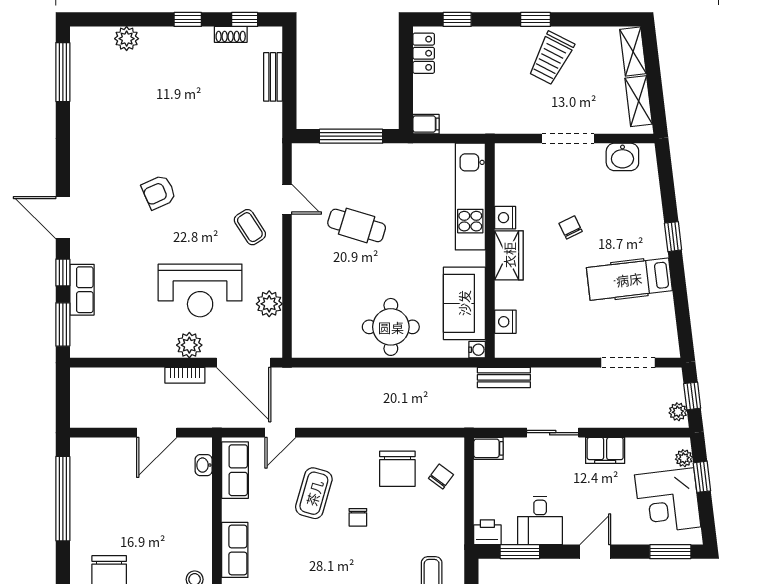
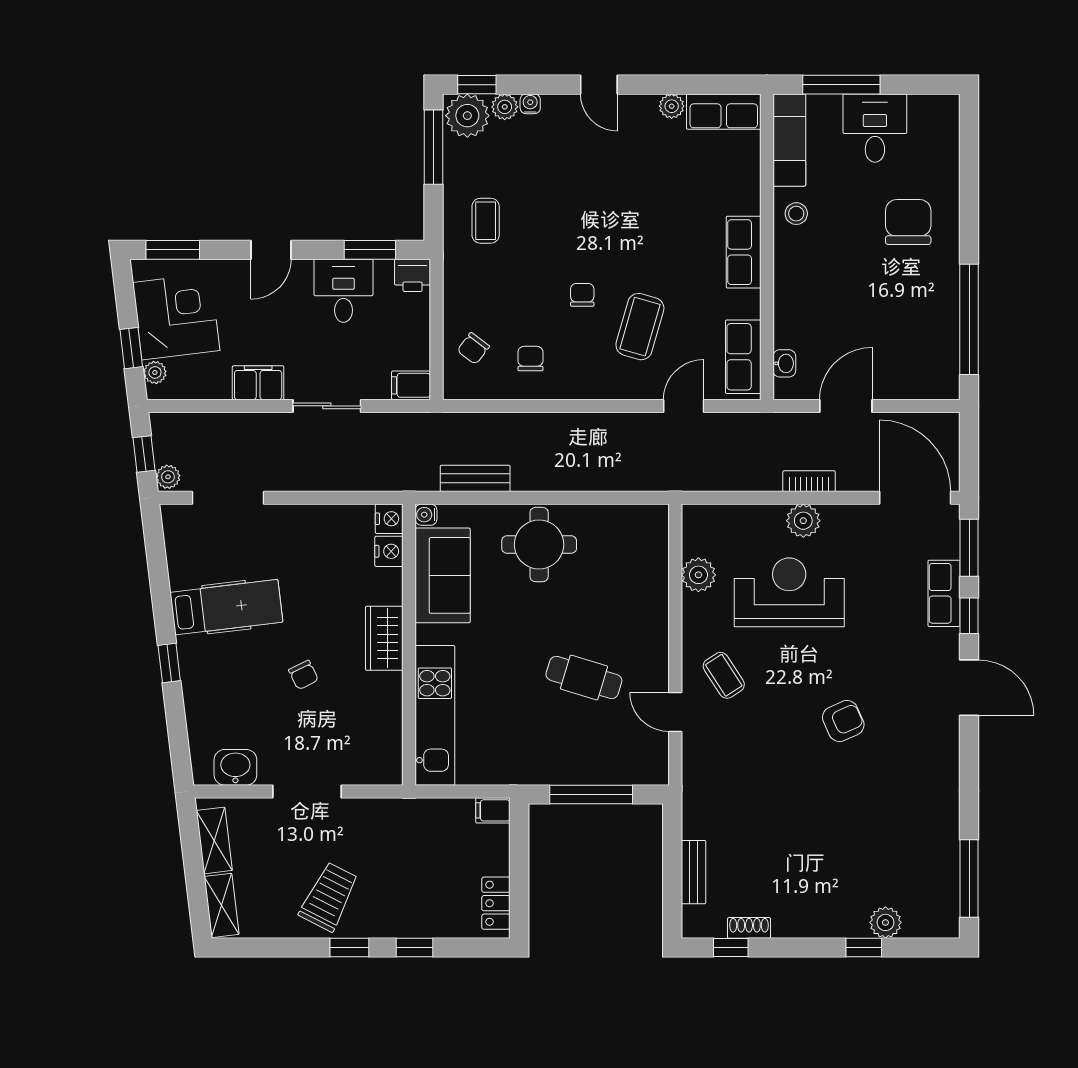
window: (188, 19) -> (864, 948), moved
window: (457, 19) -> (415, 948), moved
nightstand: (505, 218) -> (389, 519), moved
door: (244, 363) -> (915, 498), moved
bench: (504, 377) -> (475, 478), moved
plant: (678, 412) -> (168, 477), moved
chair: (397, 469) -> (530, 359), width x0.54, depth x0.54

